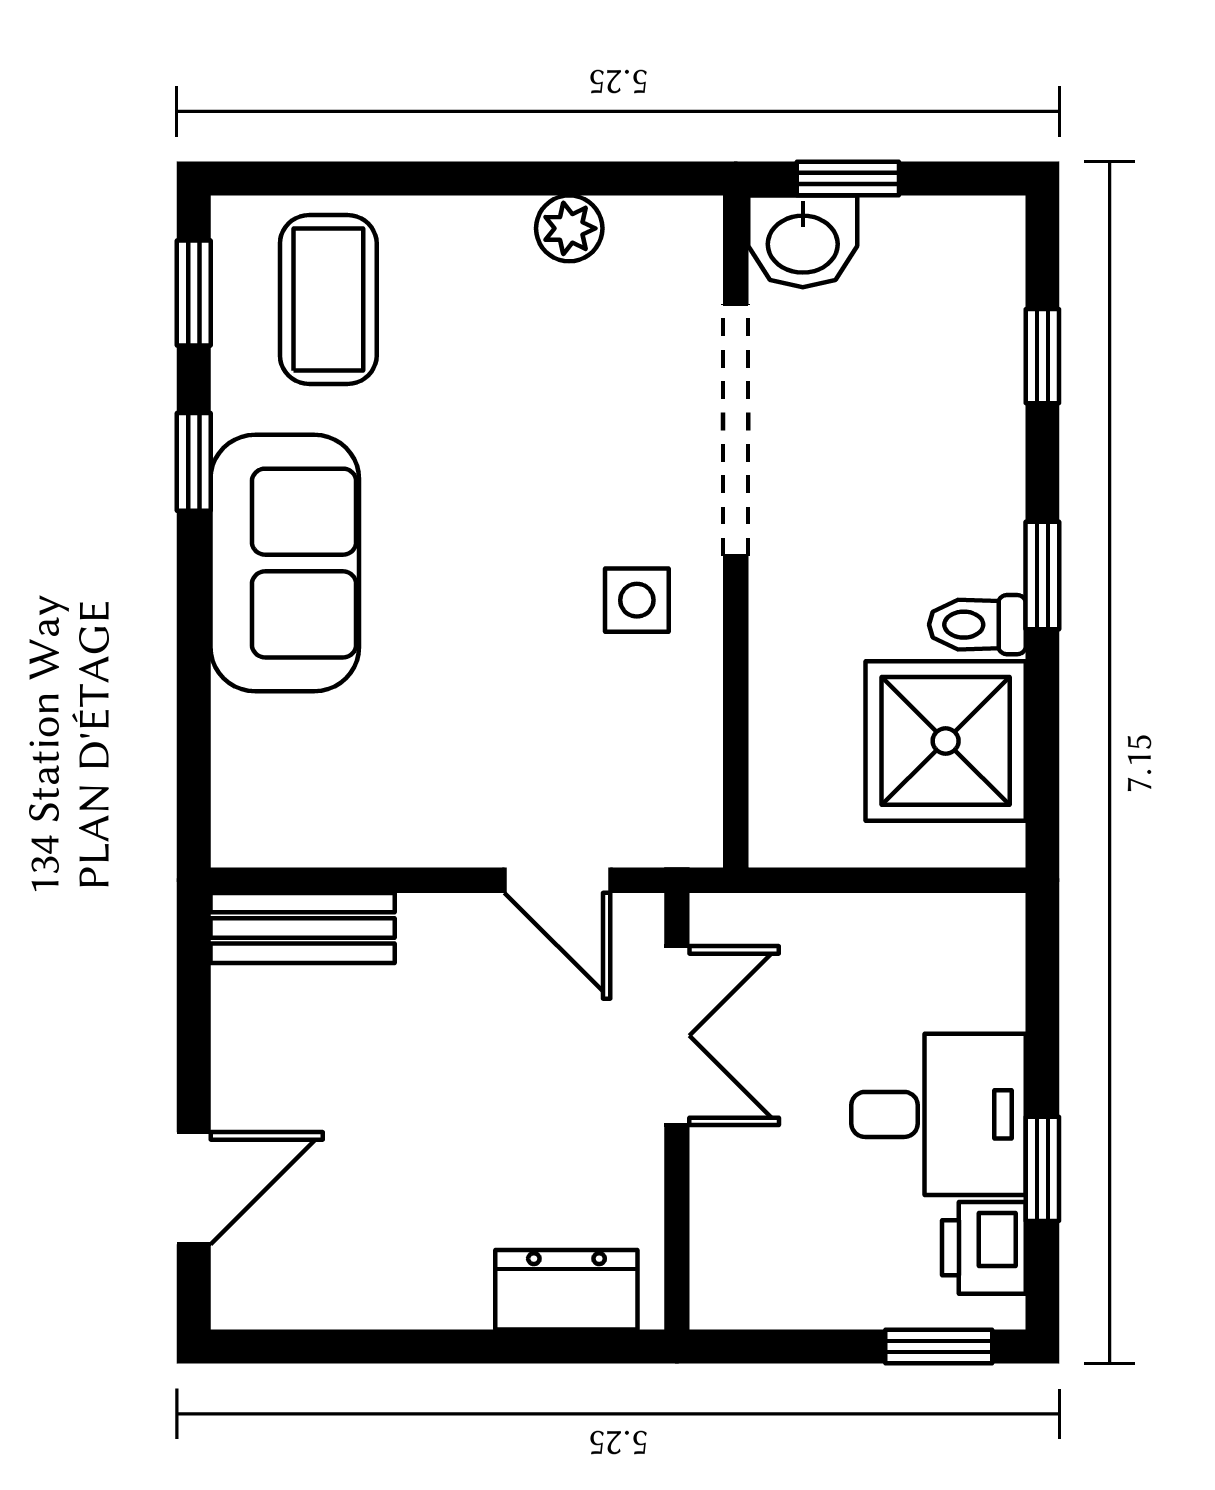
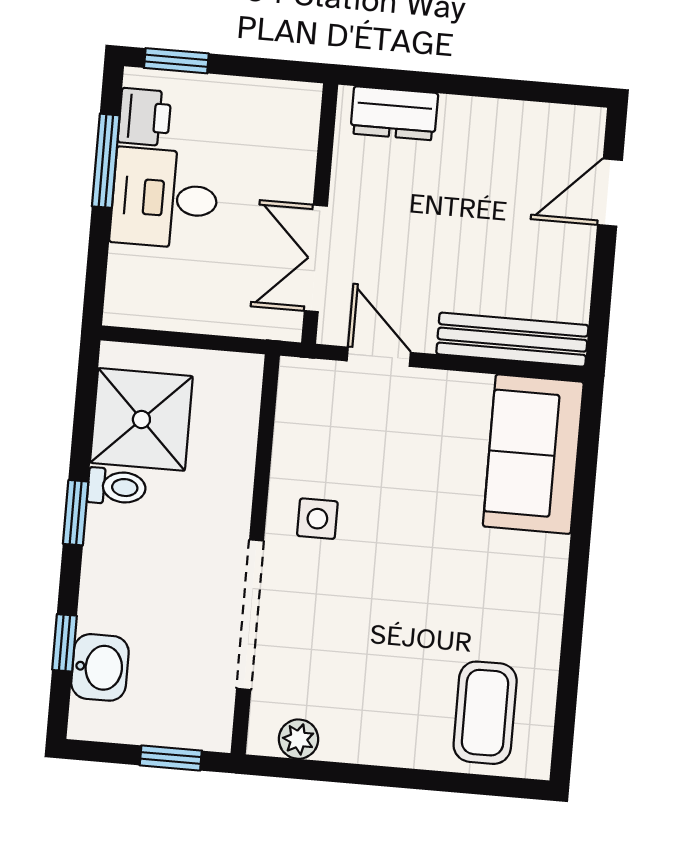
plant: (569, 228) -> (298, 739), moved
washbasin: (803, 241) -> (100, 667), moved, turned 90
window: (194, 293) -> (565, 723), removed
window: (194, 462) -> (573, 623), removed
sofa: (285, 563) -> (533, 454), moved
bench: (303, 928) -> (512, 340), width x1.36
window: (1042, 1169) -> (106, 161), width x1.50

